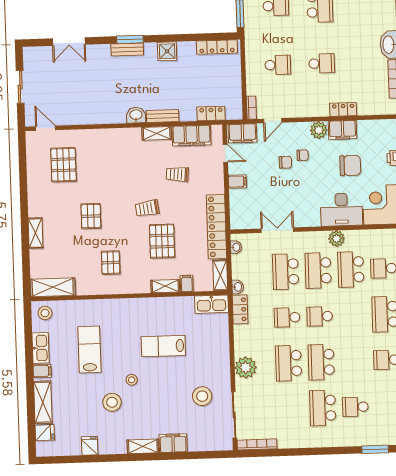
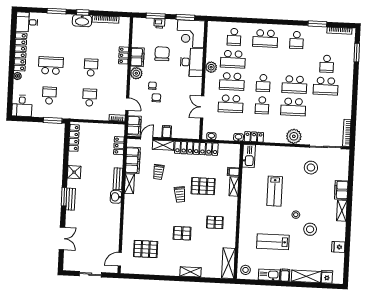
shelving: (220, 275) -> (163, 145), moved

